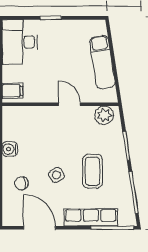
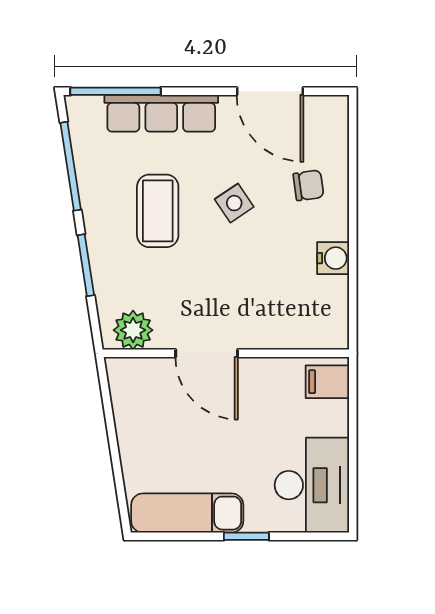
exam couch: (102, 62) -> (187, 513), moved, turned -81
door: (69, 104) -> (207, 353), width x1.38

